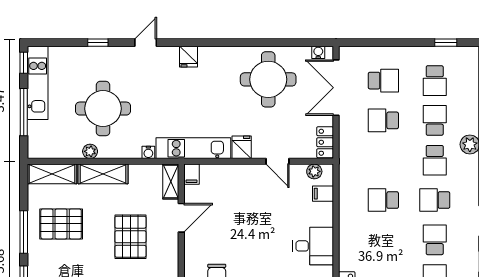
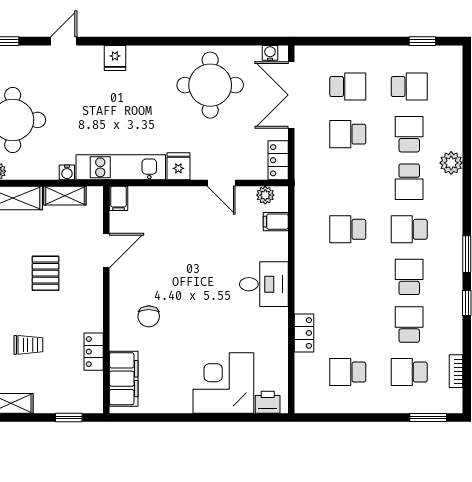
school desk: (435, 81) -> (409, 87), turned -90
shelving: (171, 182) -> (65, 196), moved, turned 90
pallet: (130, 237) -> (46, 273), width x0.67, depth x0.71

